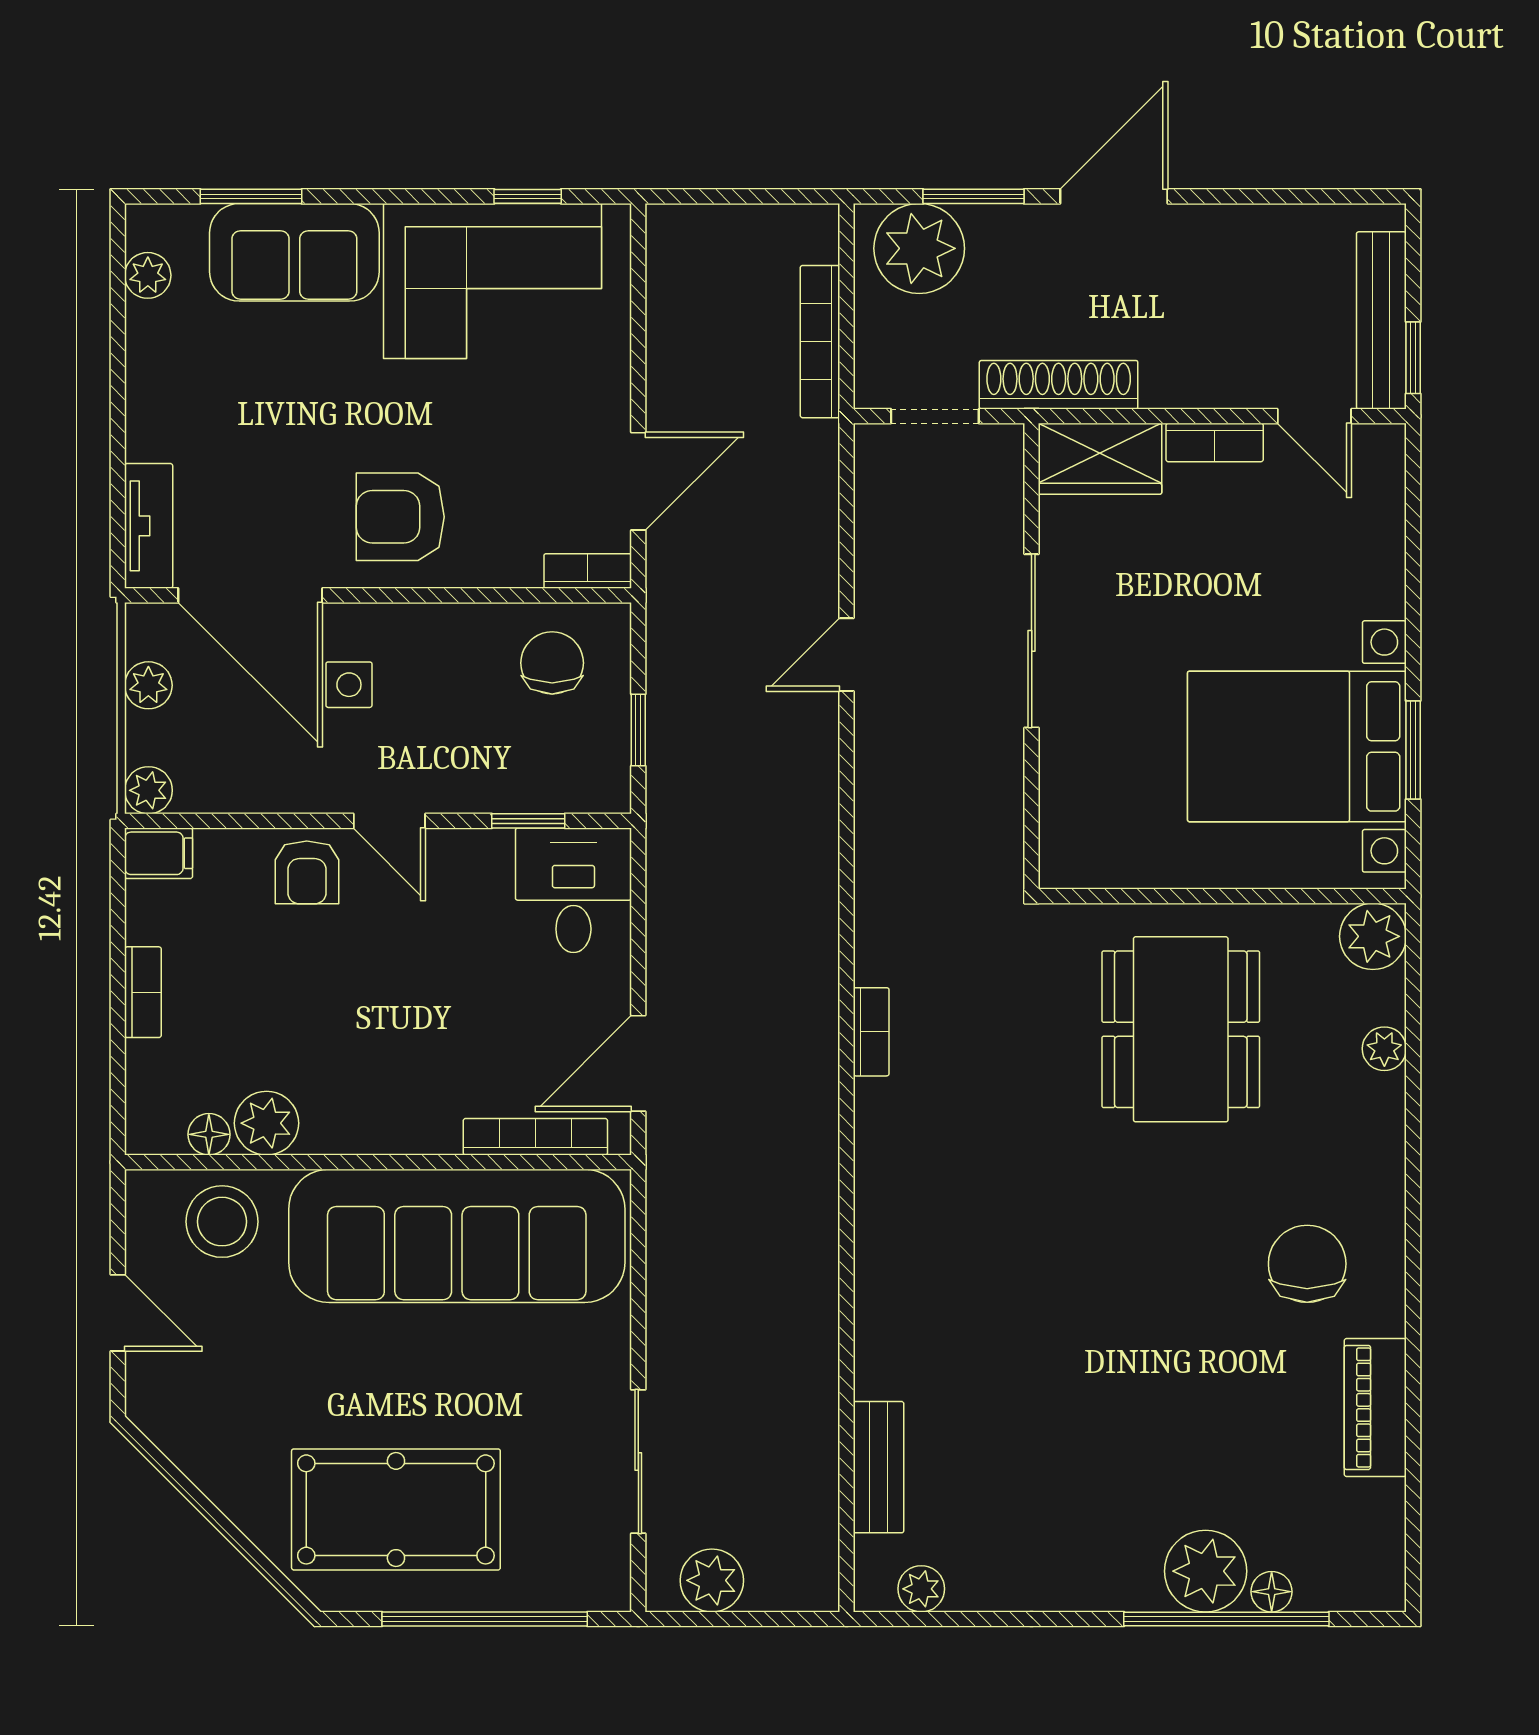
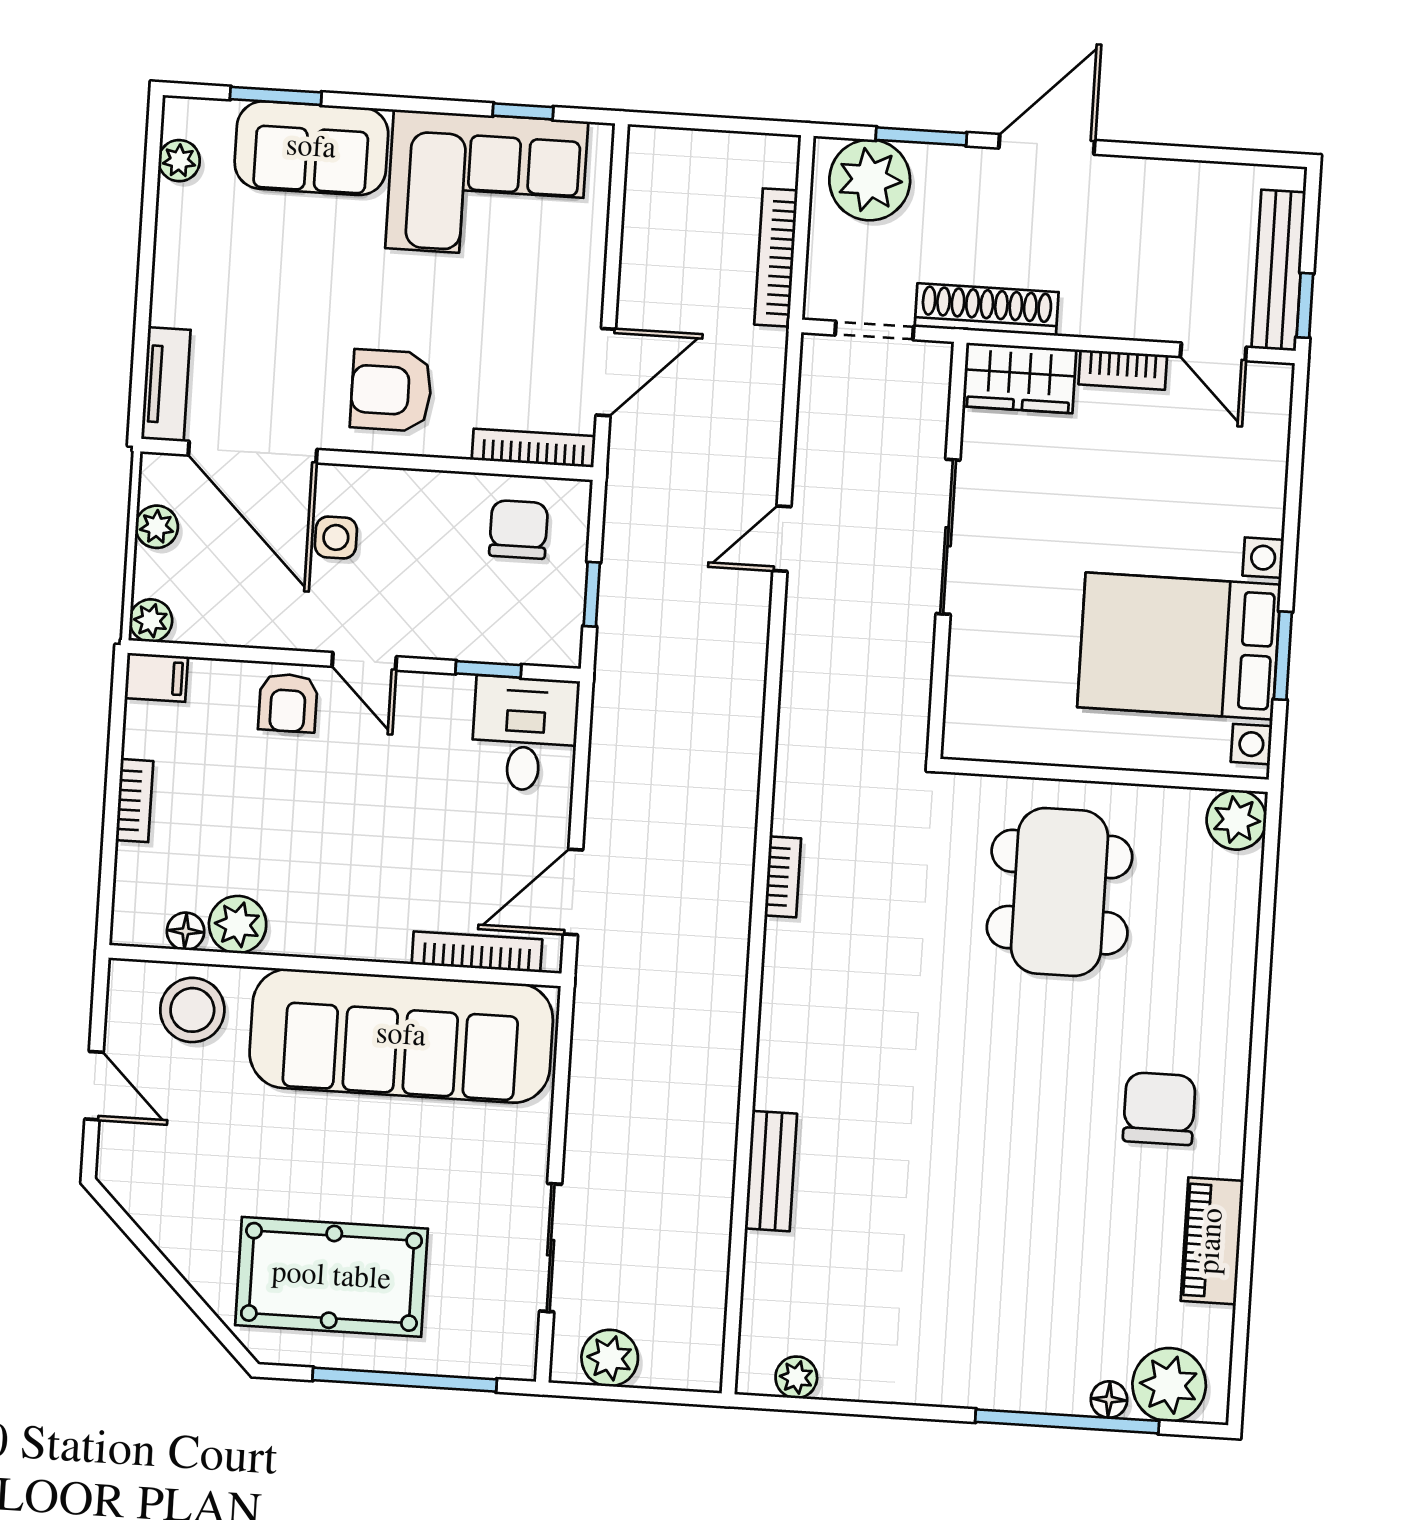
bookcase: (588, 571) -> (534, 448), width x1.56
plant: (1384, 1049) -> (1240, 921), removed
bench: (879, 1467) -> (771, 1171), moved
plant: (1206, 1571) -> (1169, 1385), moved

